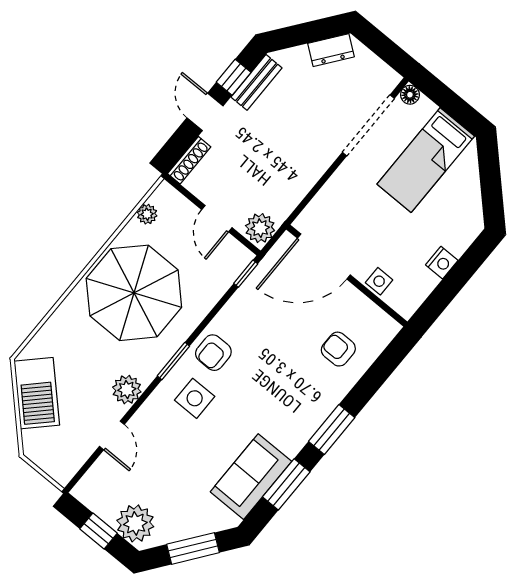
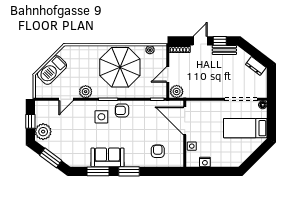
nightstand: (442, 263) -> (205, 162), moved
barbecue: (37, 393) -> (52, 70), moved
sofa: (251, 477) -> (107, 157), moved

